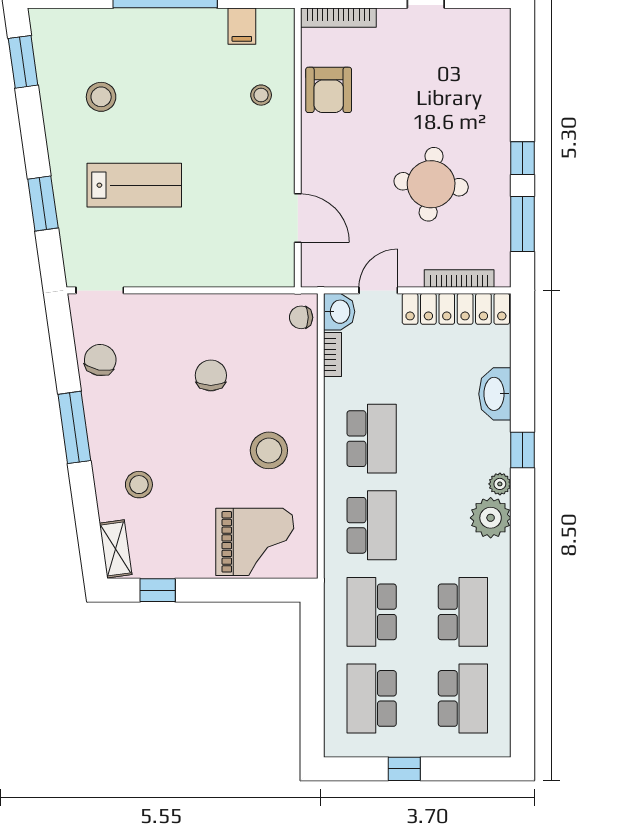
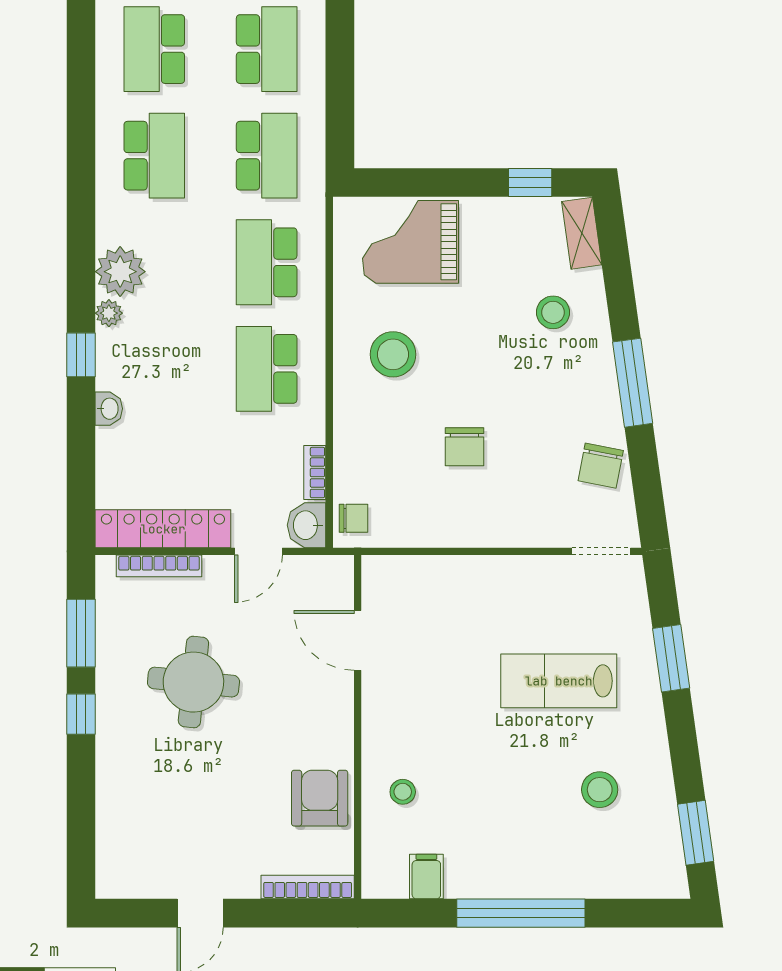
washbasin: (495, 394) -> (109, 409), width x0.52, depth x0.69
school desk: (463, 612) -> (154, 156), turned 180

